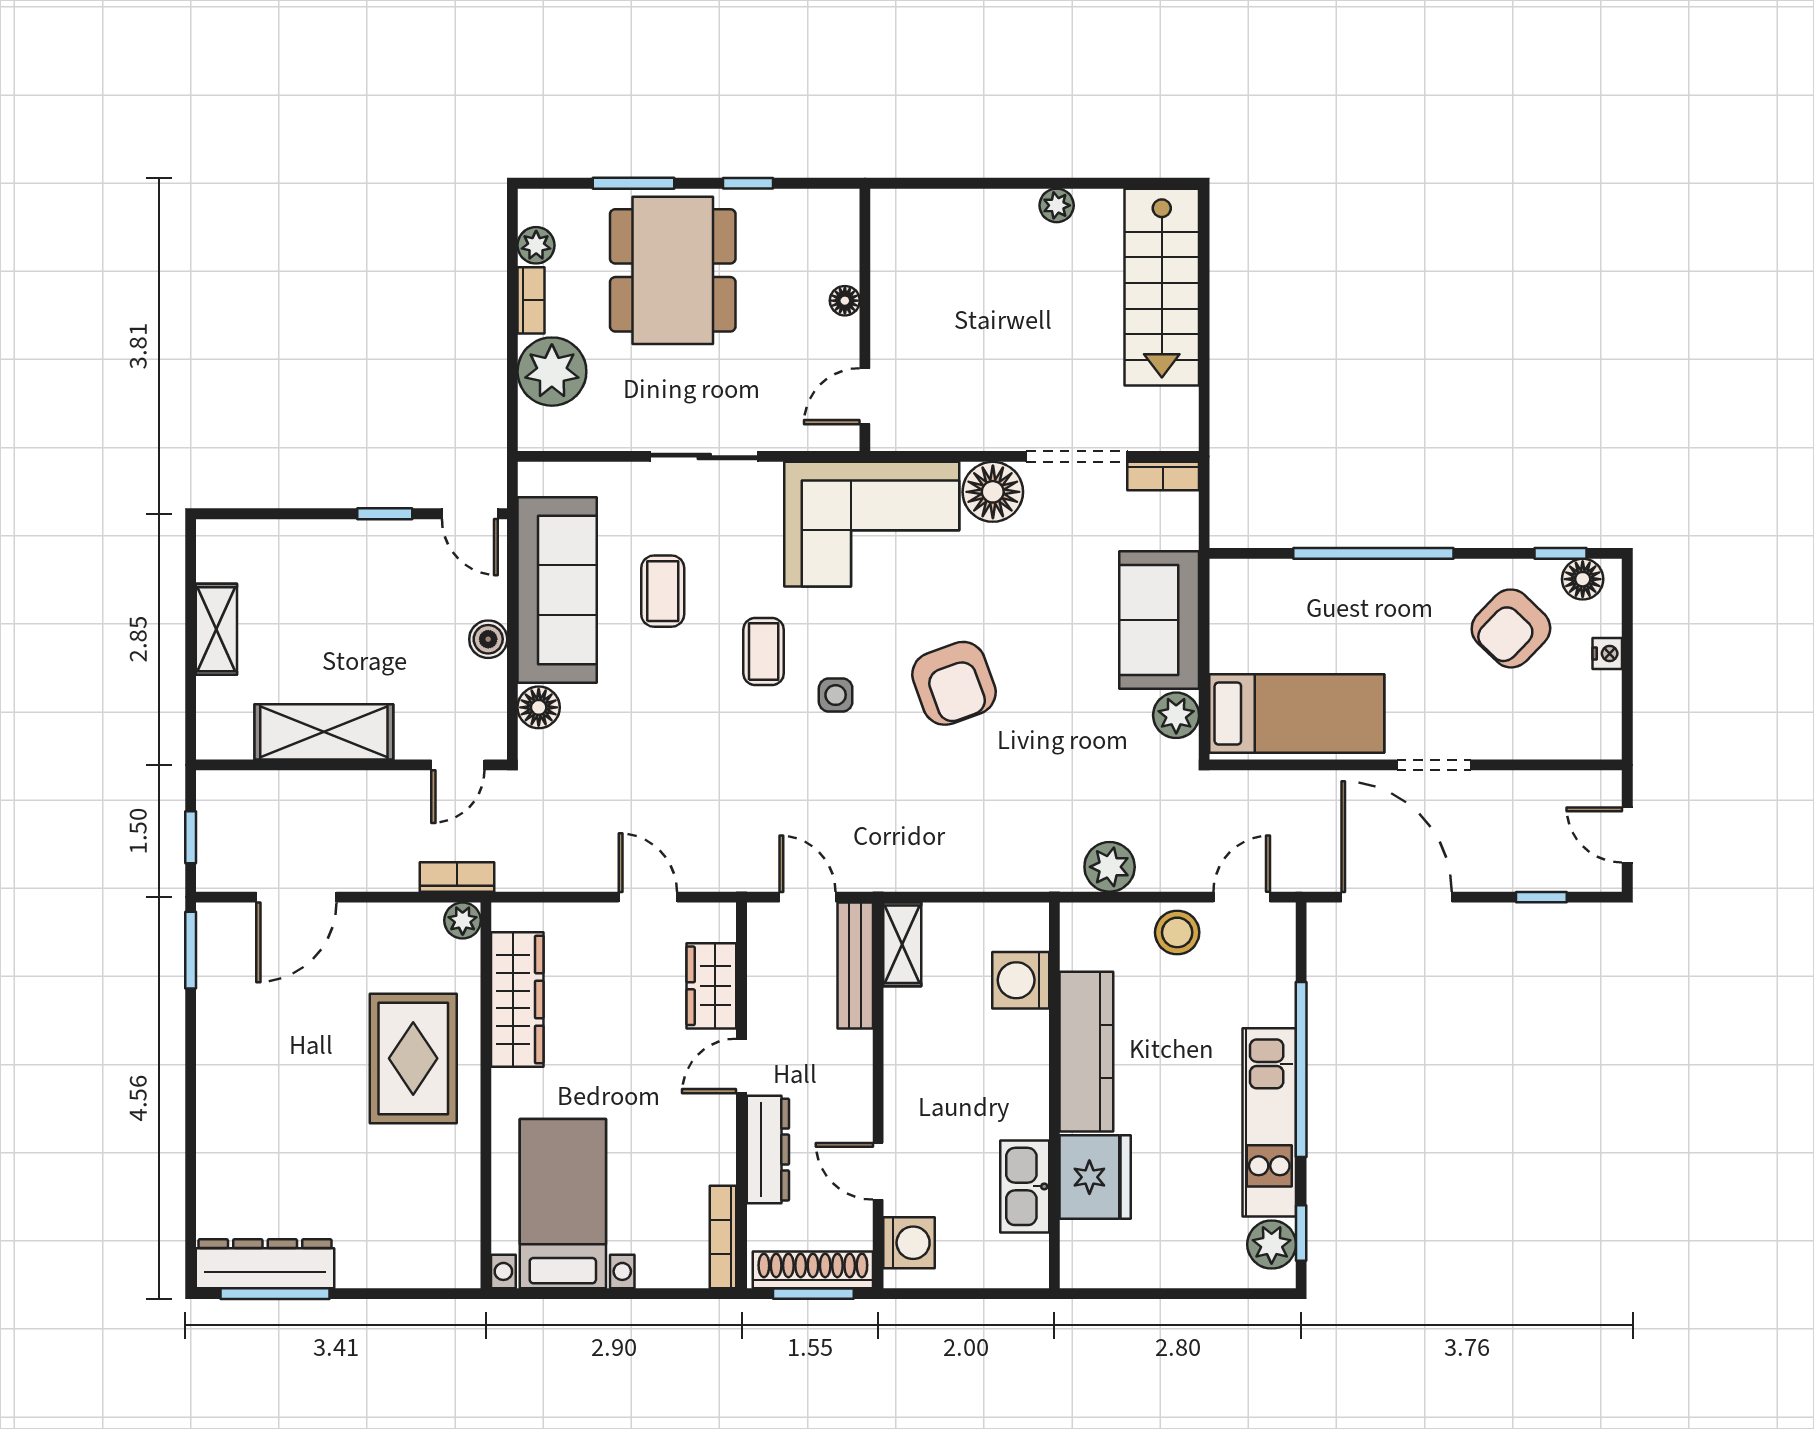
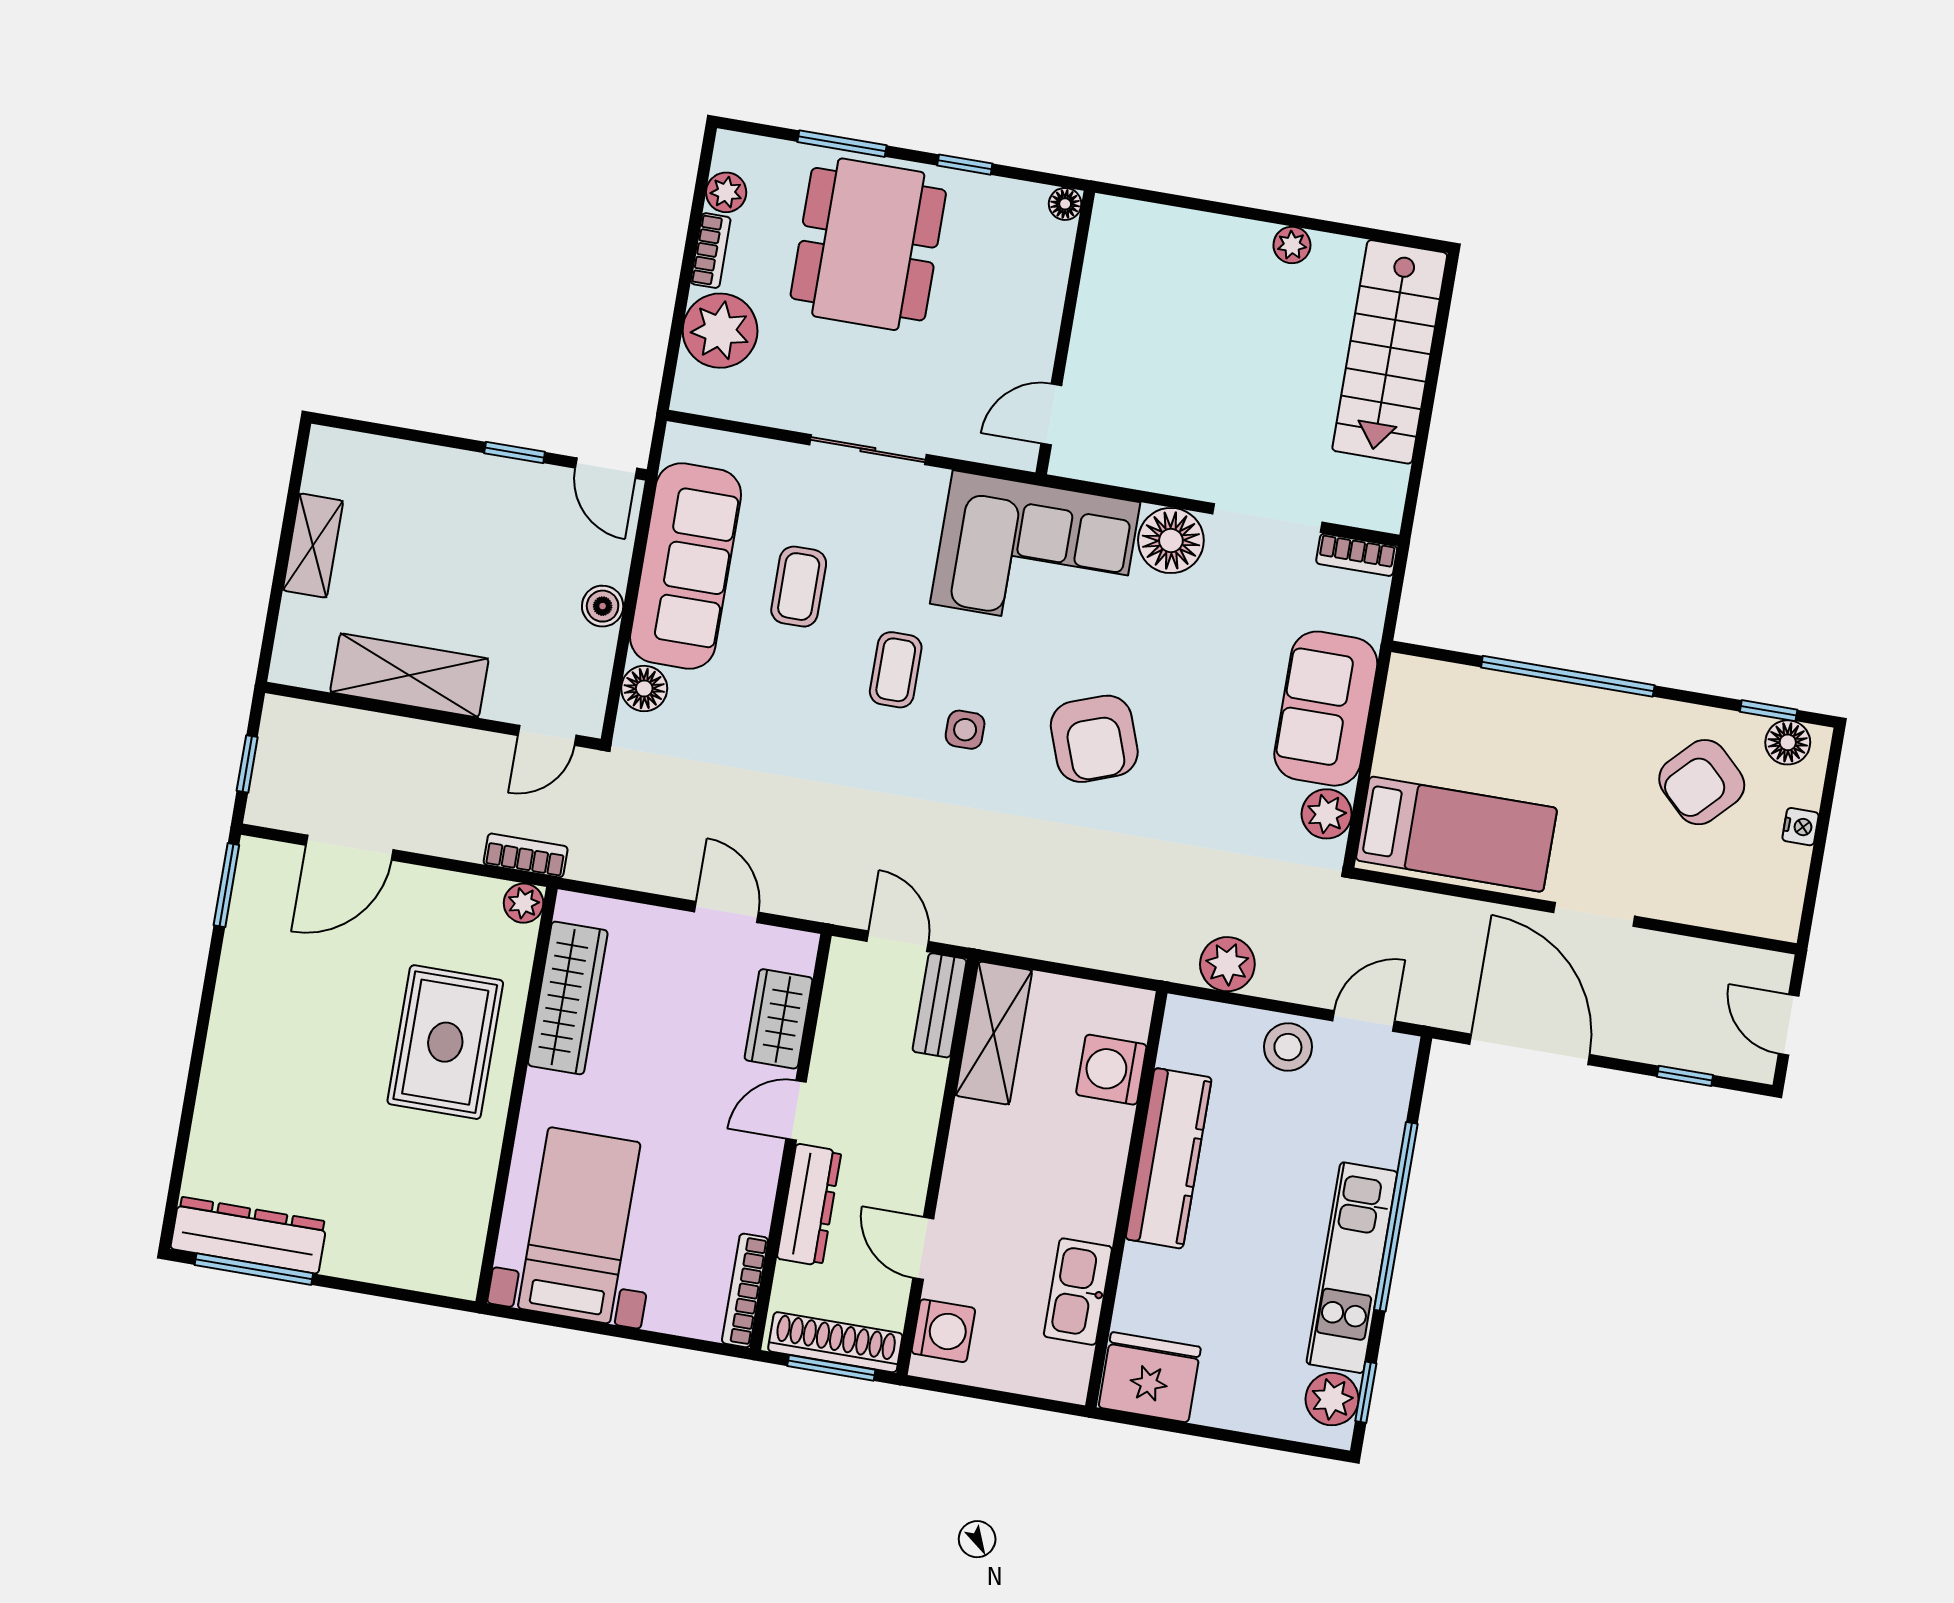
floor lamp: (845, 301) -> (1065, 204), moved
shelving: (902, 944) -> (994, 1033), width x1.50, depth x1.33
bench: (855, 965) -> (940, 1005), width x0.73
fridge: (1095, 1177) -> (1150, 1377), moved, turned -90

